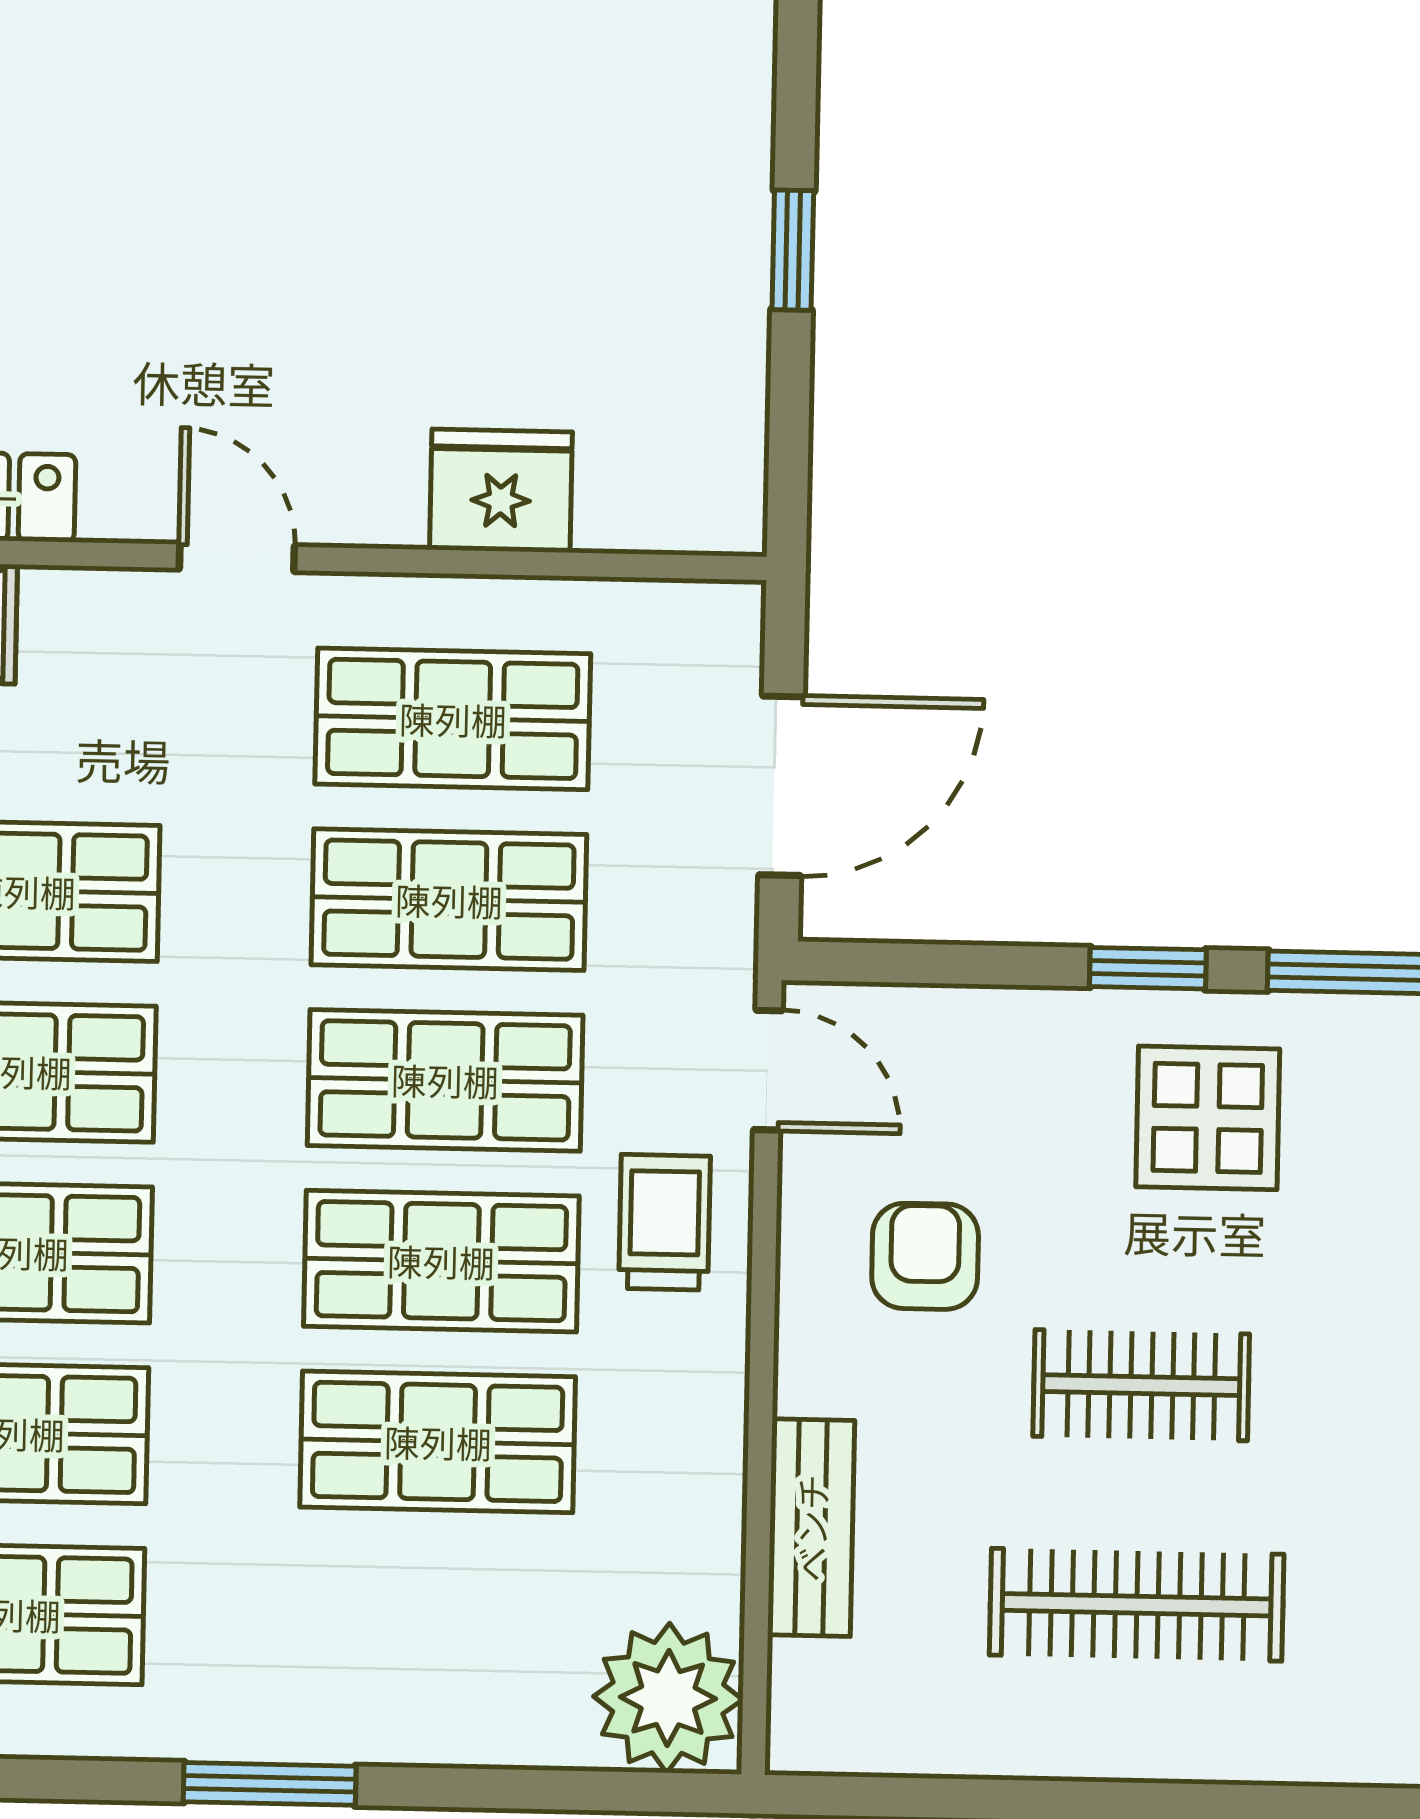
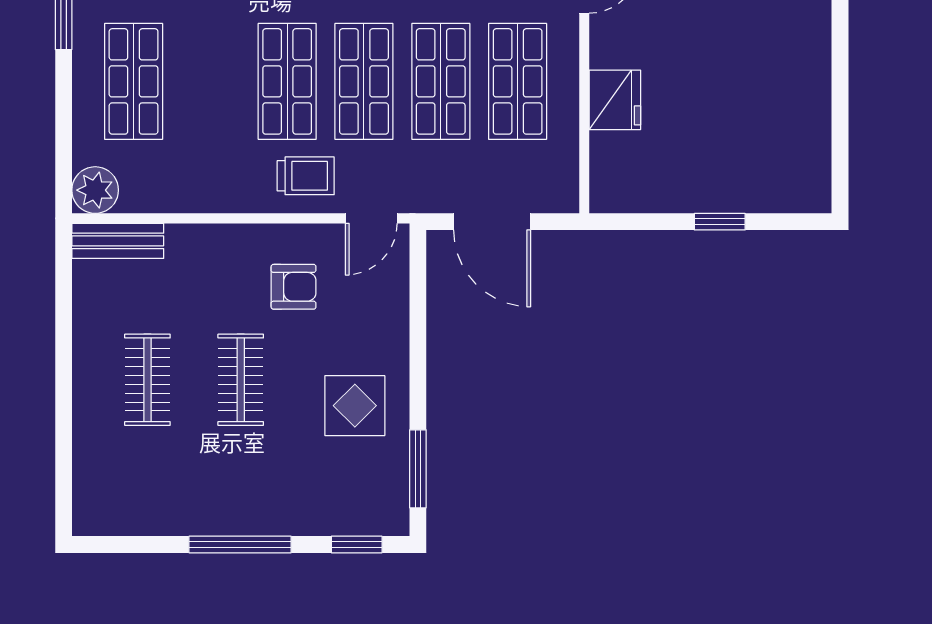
window: (1148, 968) -> (418, 379), removed
shop shelf: (438, 1442) -> (134, 81), moved
bench: (811, 1528) -> (118, 241), moved
clothes rail: (1137, 1605) -> (147, 380), width x0.73
plant: (668, 1698) -> (95, 190), width x0.73, depth x0.73

